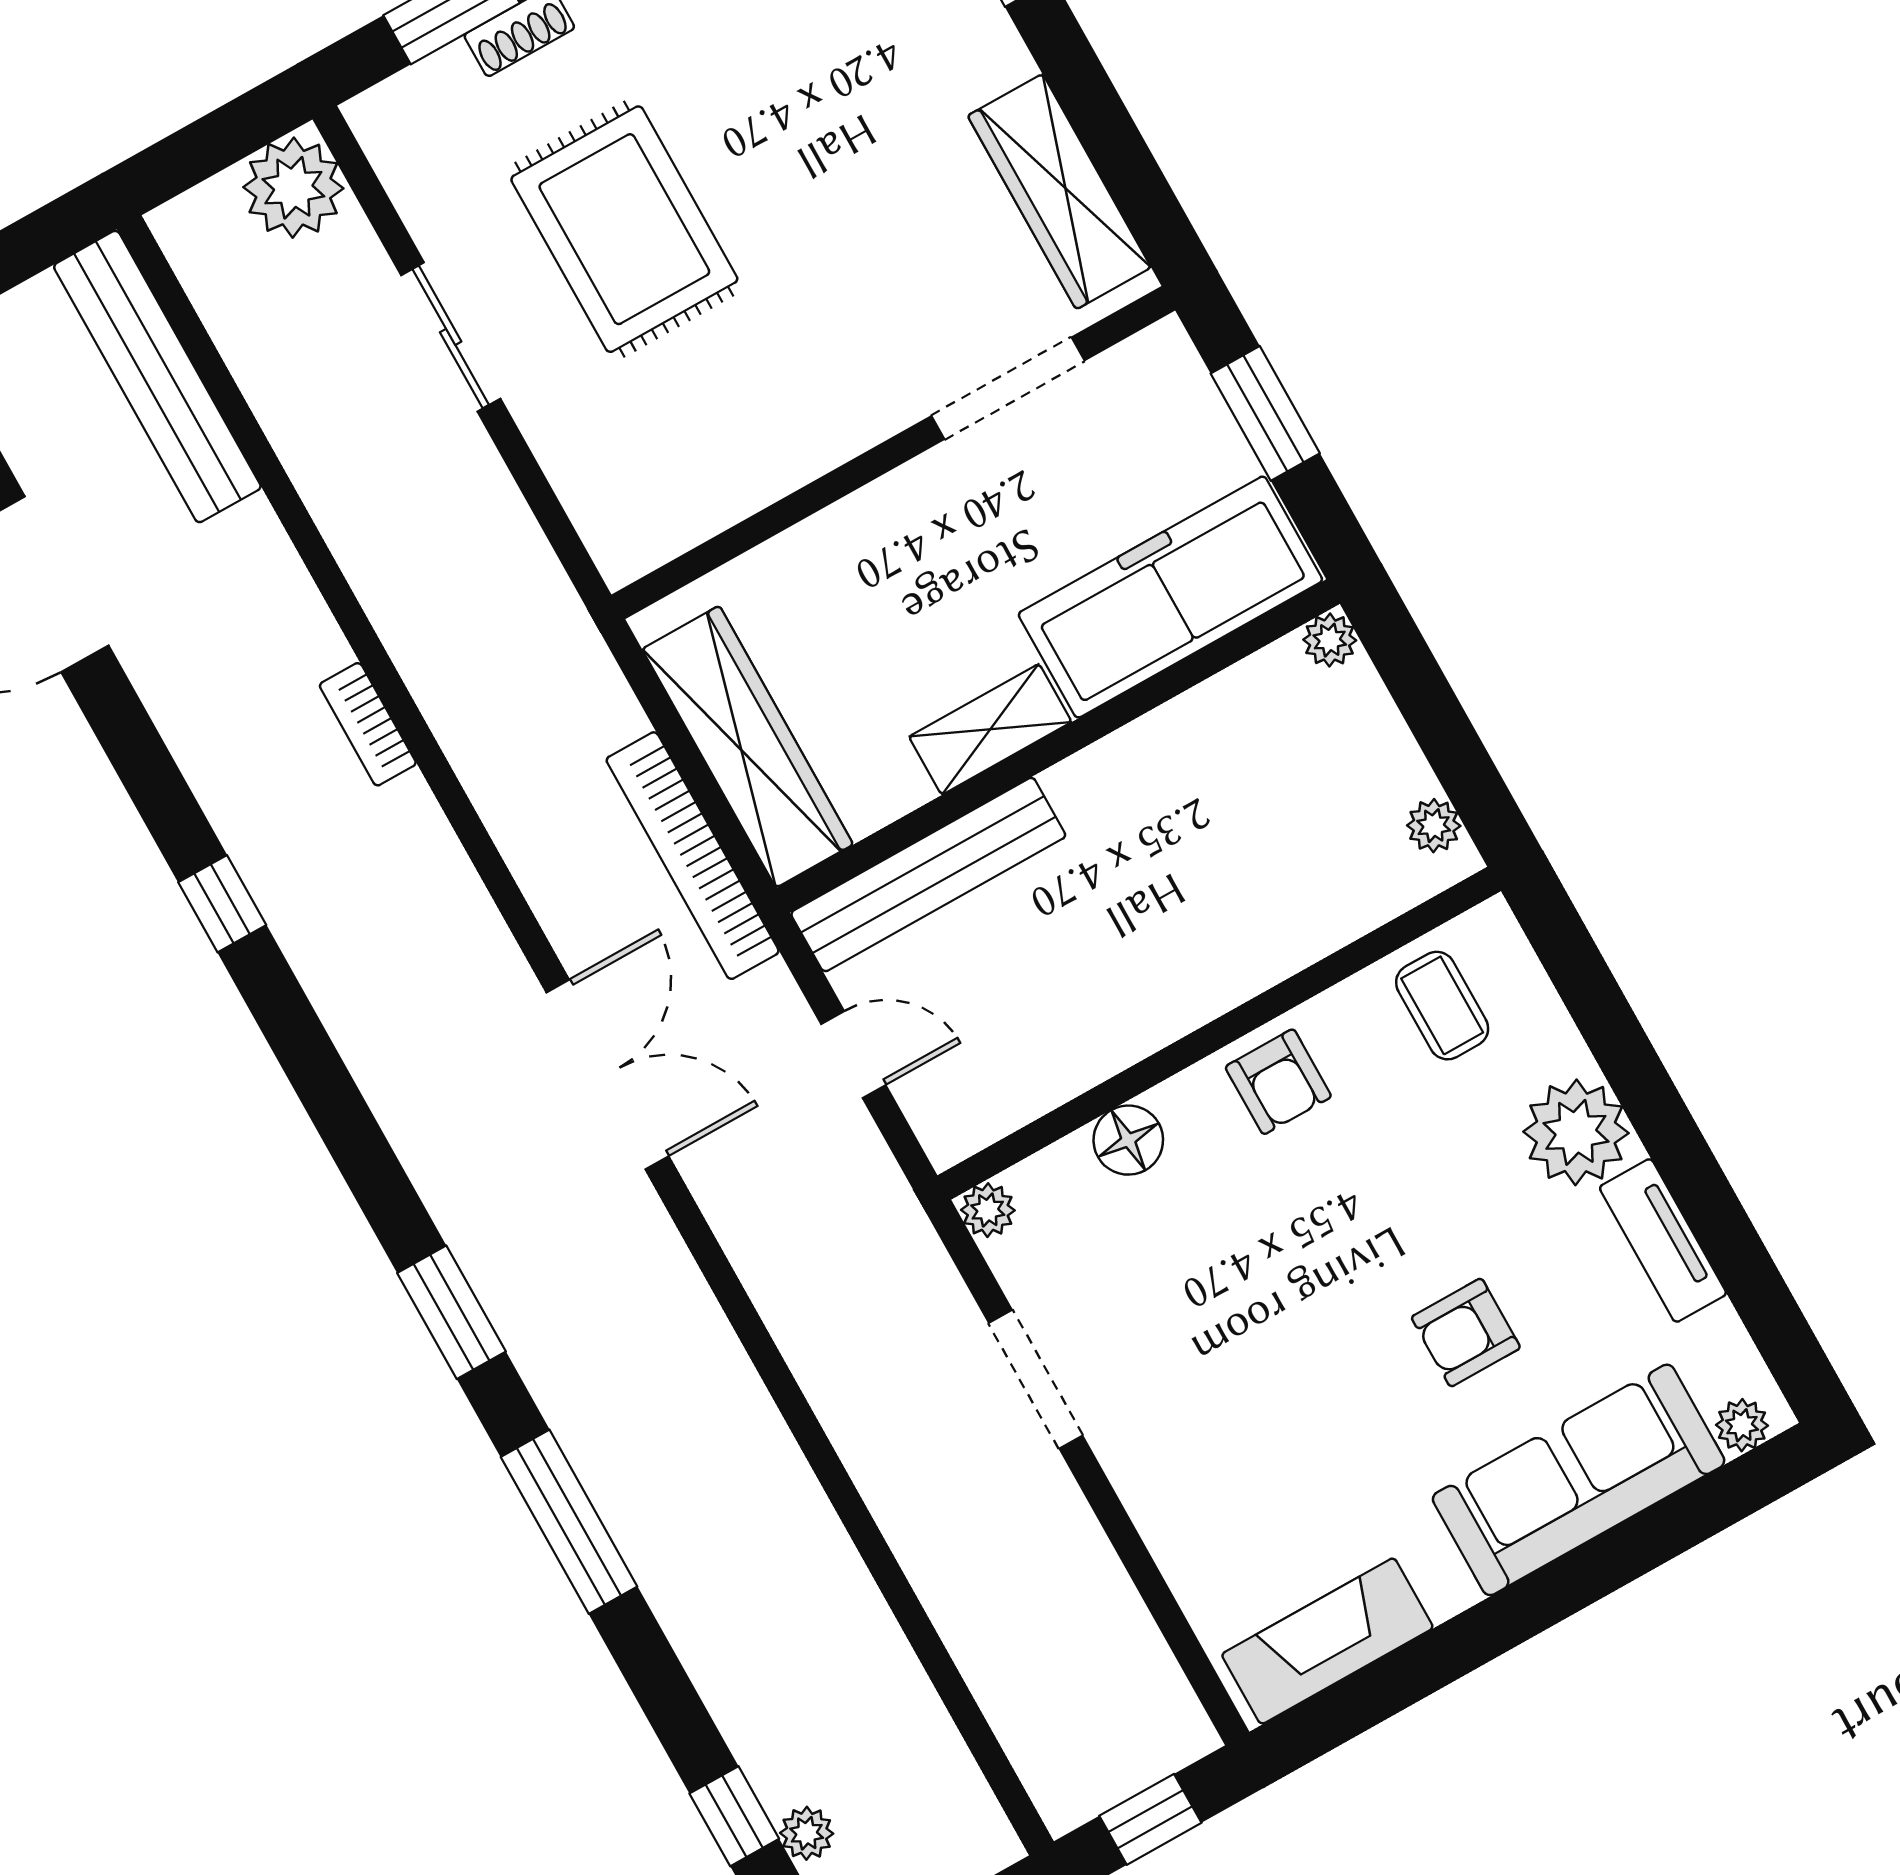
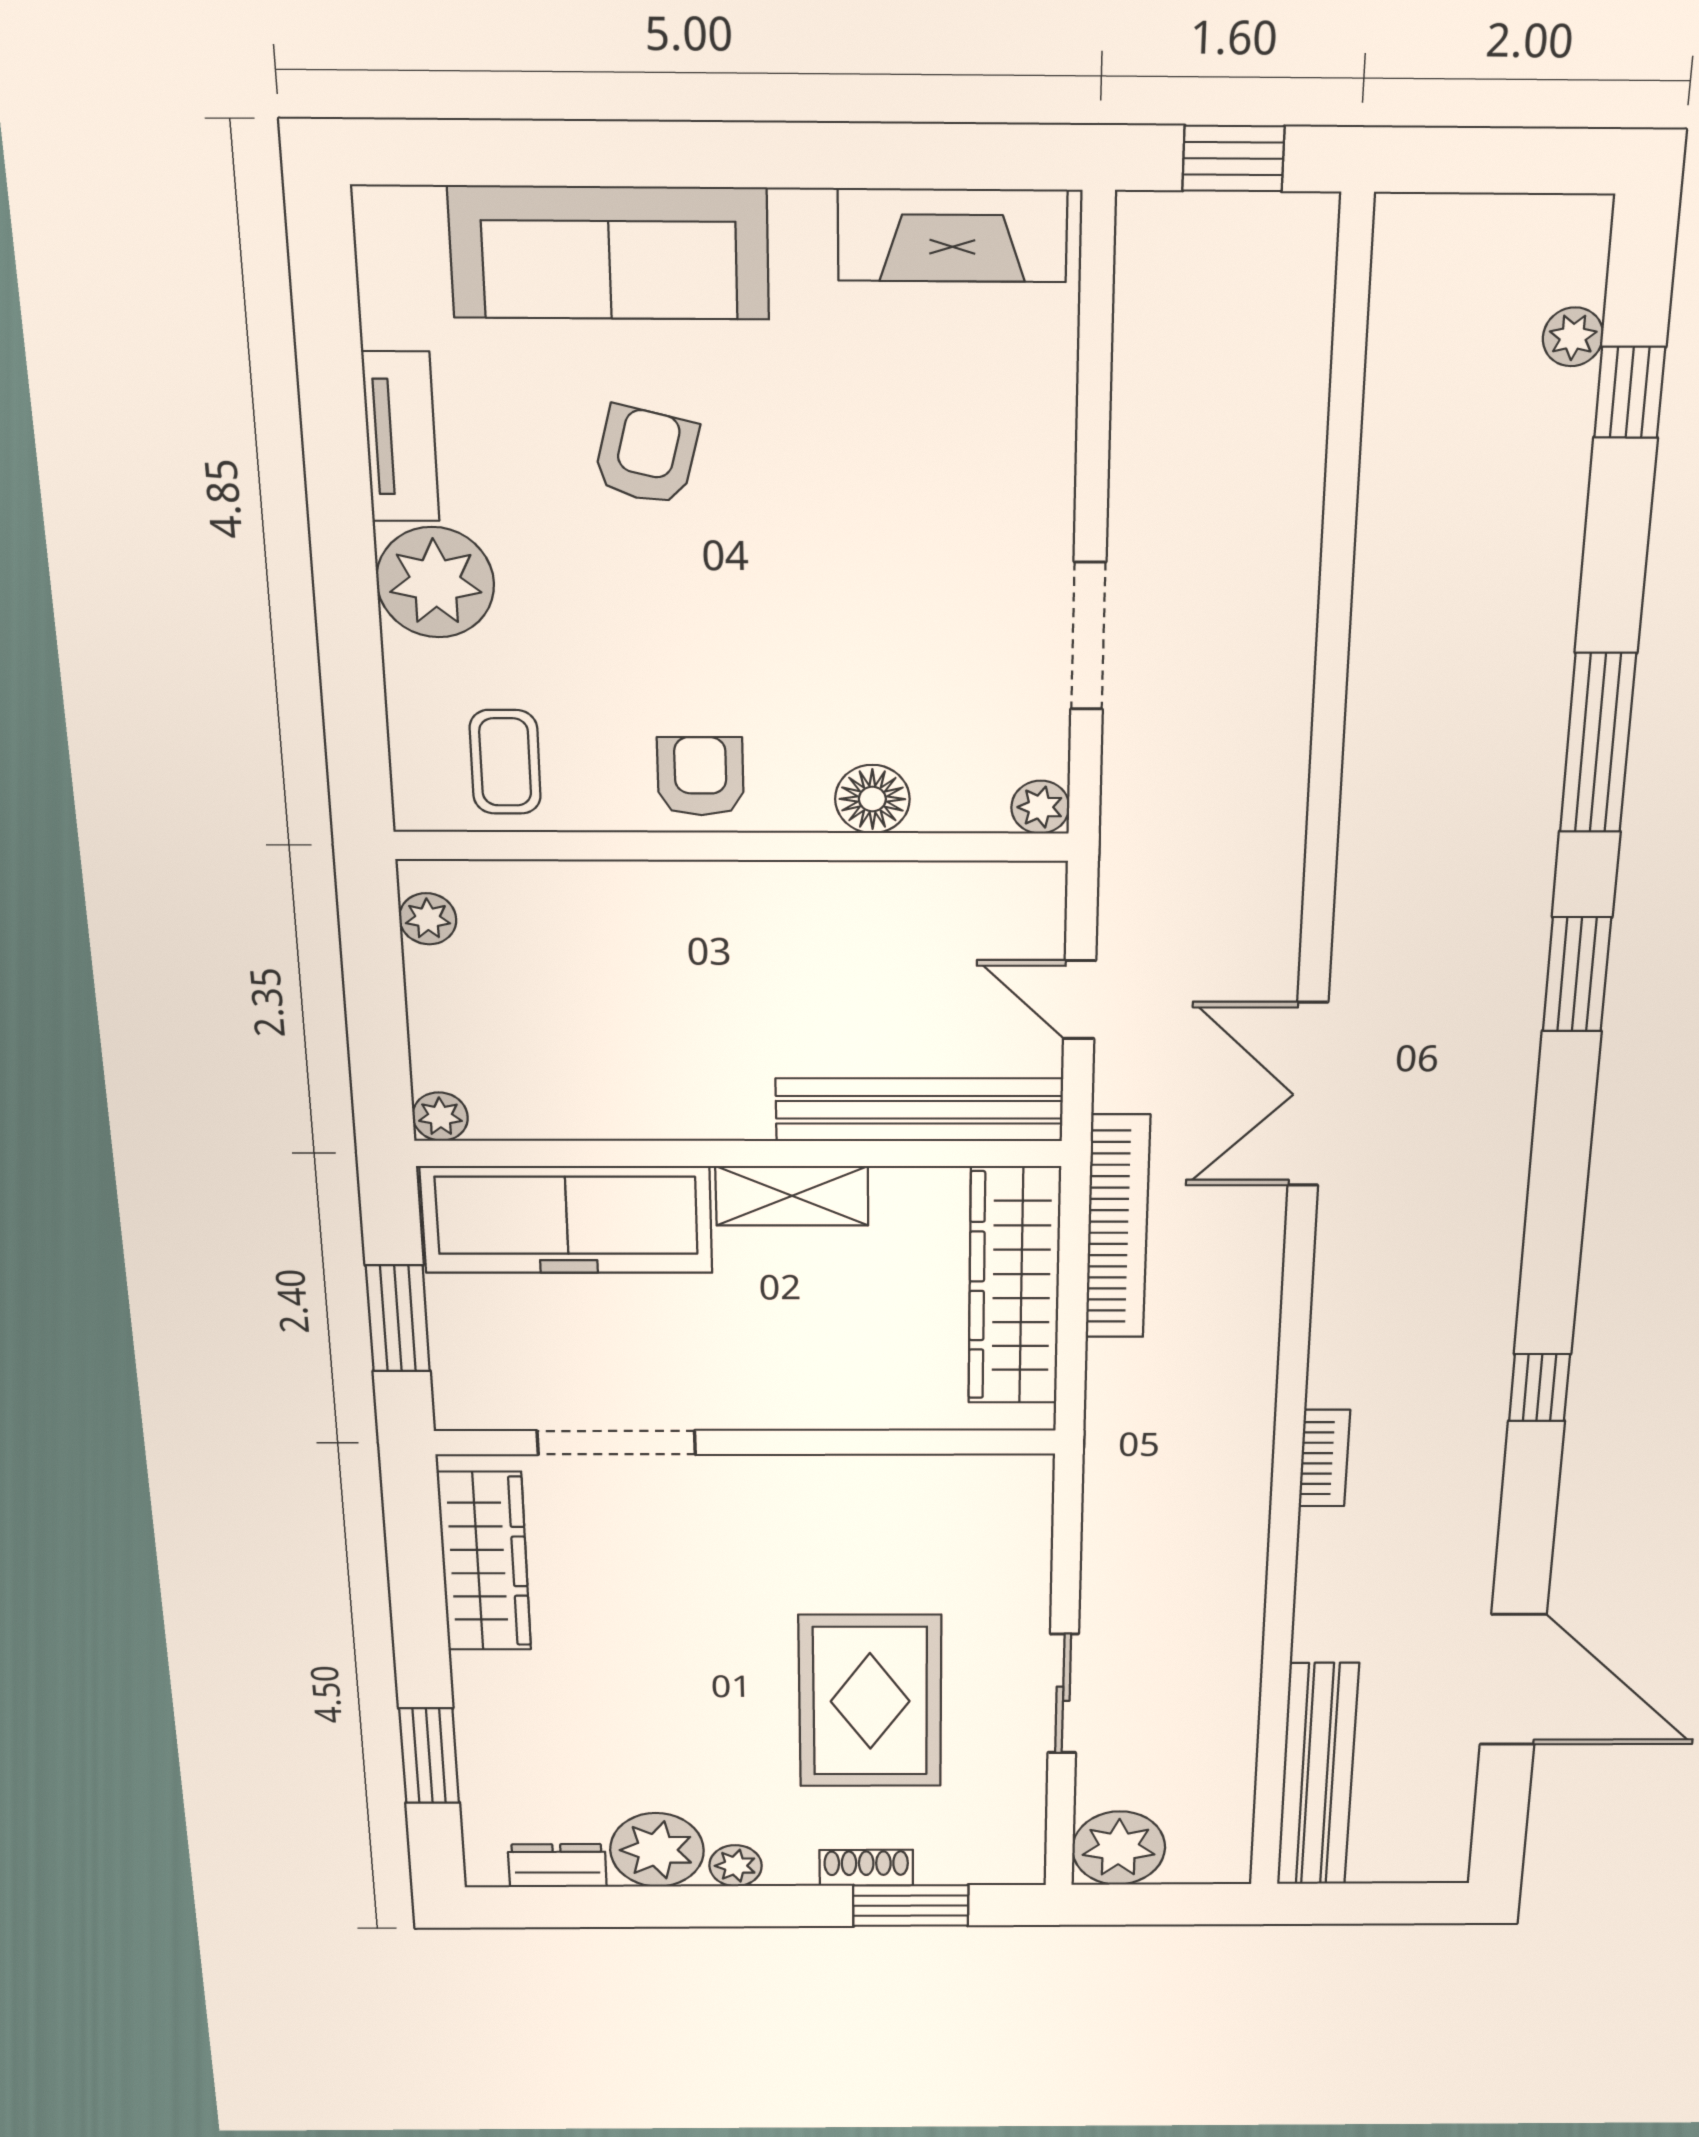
armchair: (1466, 1333) -> (646, 456), turned -76
plant: (1742, 1425) -> (411, 215), removed

